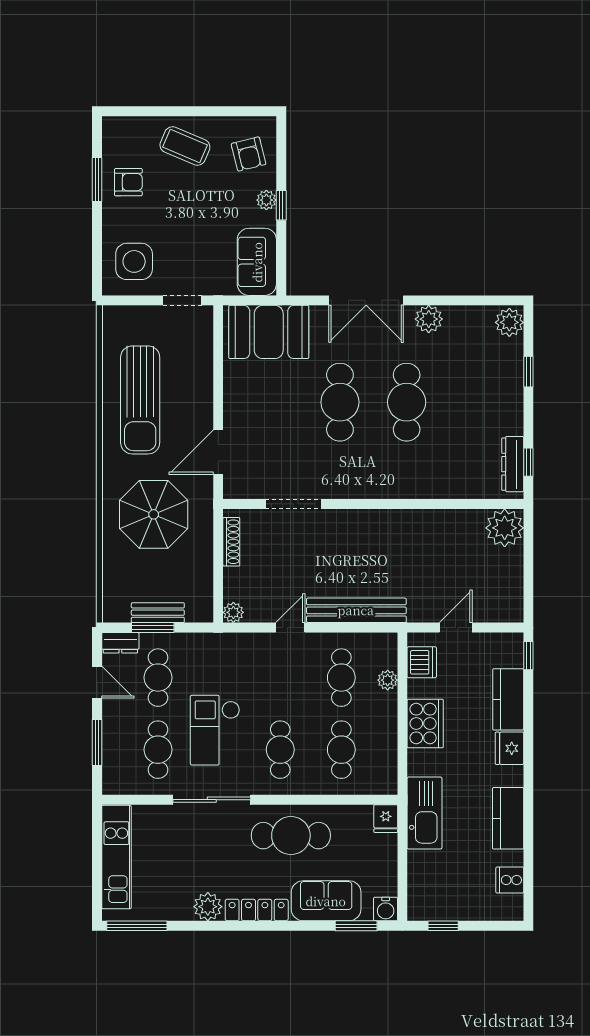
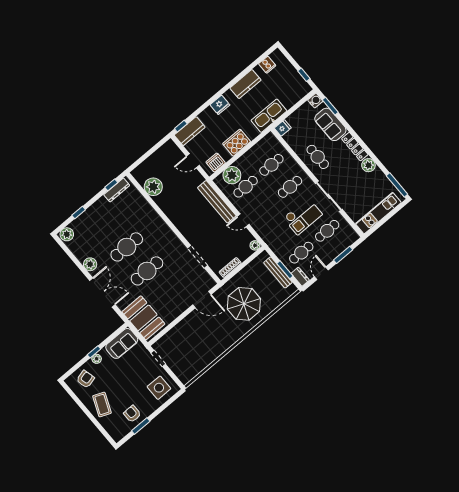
sun lounger: (140, 400) -> (207, 343), removed
plant: (505, 528) -> (153, 187), moved
bench: (158, 613) -> (278, 272), width x1.36
plant: (388, 680) -> (232, 175), width x1.88, depth x1.88
kitchen counter: (508, 699) -> (190, 131), moved
cafe table: (291, 836) -> (318, 157), width x0.73, depth x0.74

